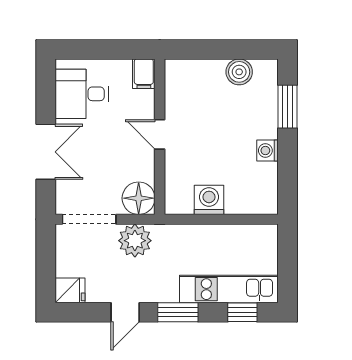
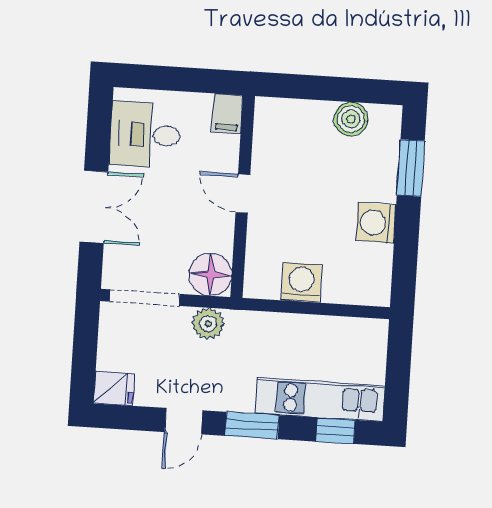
washing machine: (268, 151) -> (376, 223), width x1.38, depth x1.38
plant: (135, 241) -> (208, 324), width x0.73, depth x0.73

